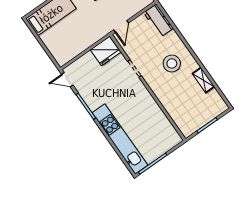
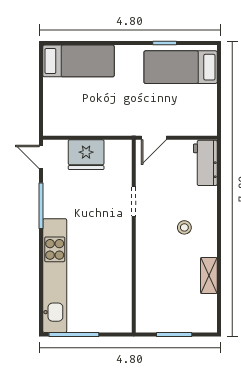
fridge: (106, 51) -> (86, 155), moved
stool: (172, 63) -> (184, 227), width x0.53, depth x0.53

